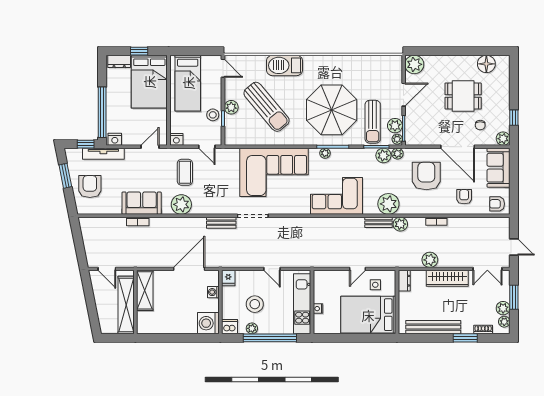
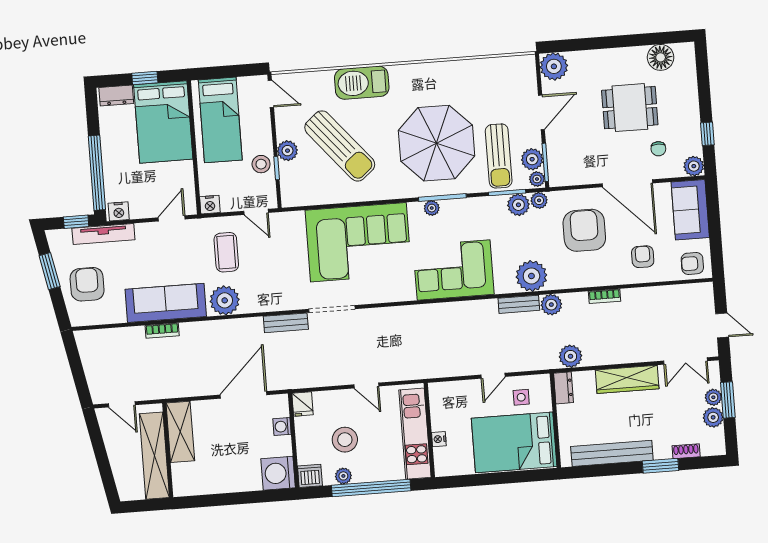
sofa: (142, 203) -> (166, 303), width x1.36
plant: (430, 260) -> (571, 356), moved
plant: (504, 322) -> (713, 397), moved

